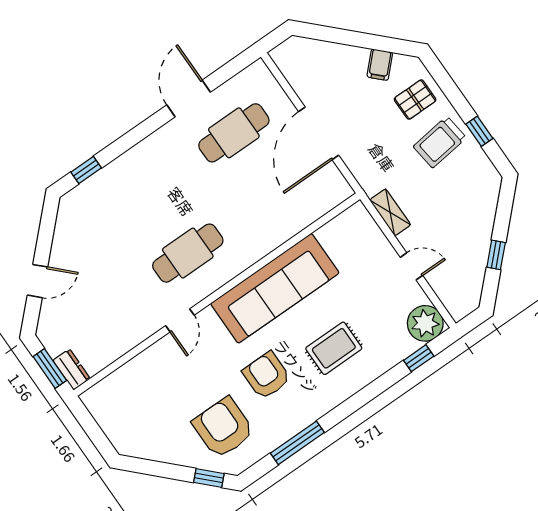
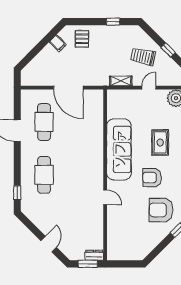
trolley: (440, 142) -> (143, 57), moved, turned 109
cafe table: (188, 253) -> (44, 175), moved

